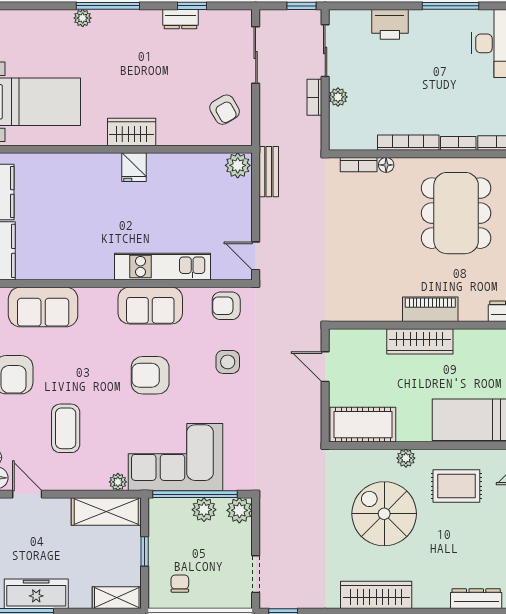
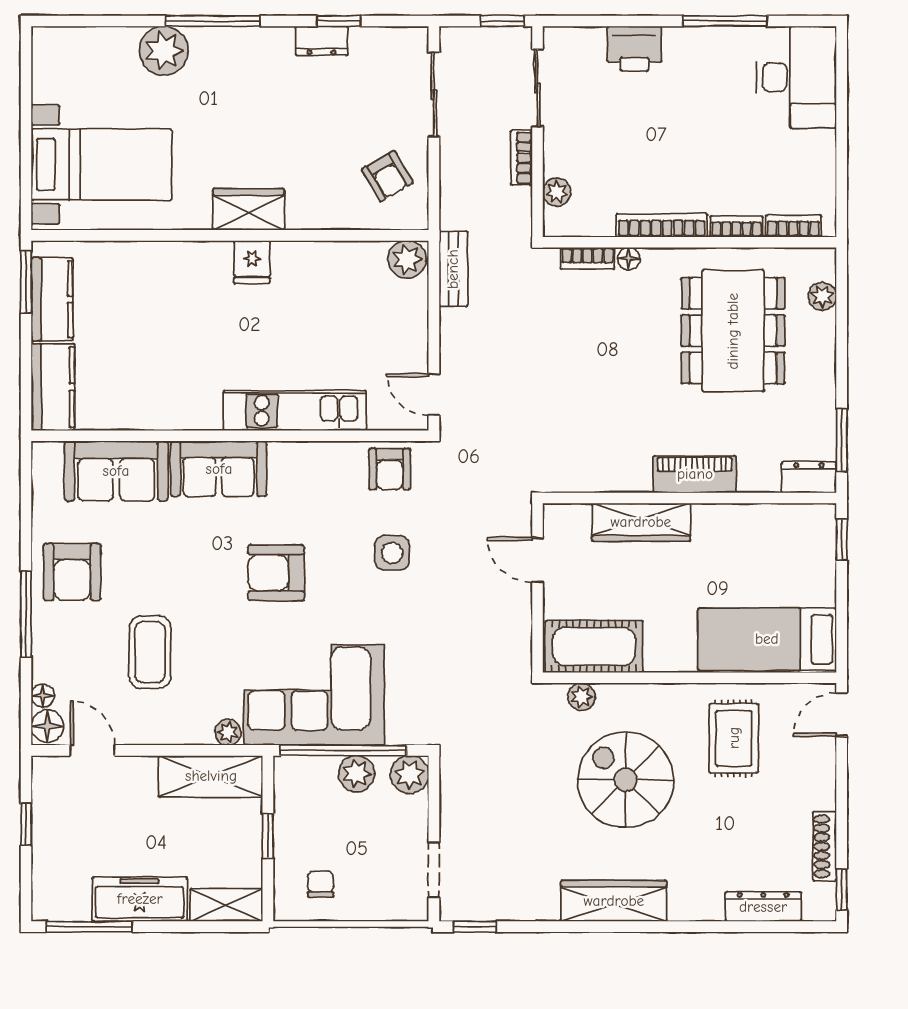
plant: (83, 18) -> (164, 51), width x1.88, depth x1.88
plant: (338, 97) -> (557, 192), moved
sofa: (150, 306) -> (219, 469), moved
armchair: (226, 306) -> (390, 469), turned -90
wardrobe: (420, 341) -> (641, 522), moved
plant: (406, 458) -> (581, 697), moved
rug: (456, 486) -> (734, 738), turned 90
freezer: (36, 594) -> (140, 899), moved

